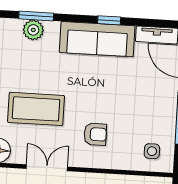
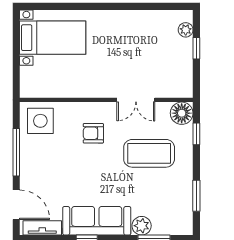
plant: (33, 30) -> (142, 226), moved
side table: (152, 151) -> (40, 121), width x1.87, depth x1.87

